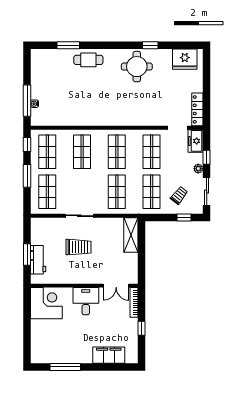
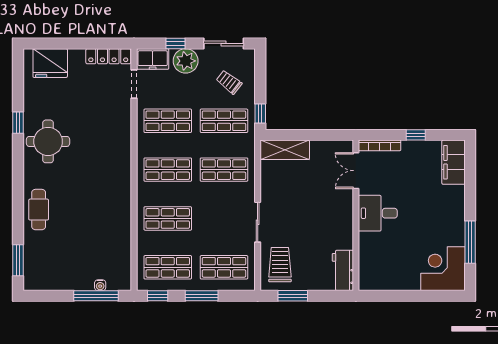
window: (68, 45) -> (18, 260), moved
fridge: (185, 59) -> (50, 63), moved, turned 90
plant: (198, 169) -> (186, 61), width x1.88, depth x1.88
window: (184, 218) -> (260, 114), moved
trolley: (79, 247) -> (280, 265), moved
window: (27, 255) -> (293, 296), moved
workbench: (38, 260) -> (343, 270), moved, turned -90
double door: (116, 286) -> (356, 171), swing flipped
corner desk: (46, 303) -> (443, 269), moved
filing cabinet: (109, 355) -> (454, 162), moved

